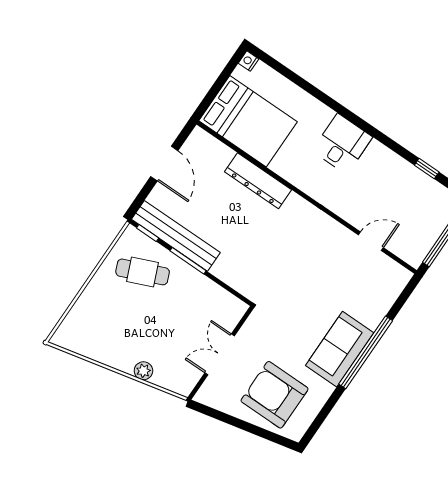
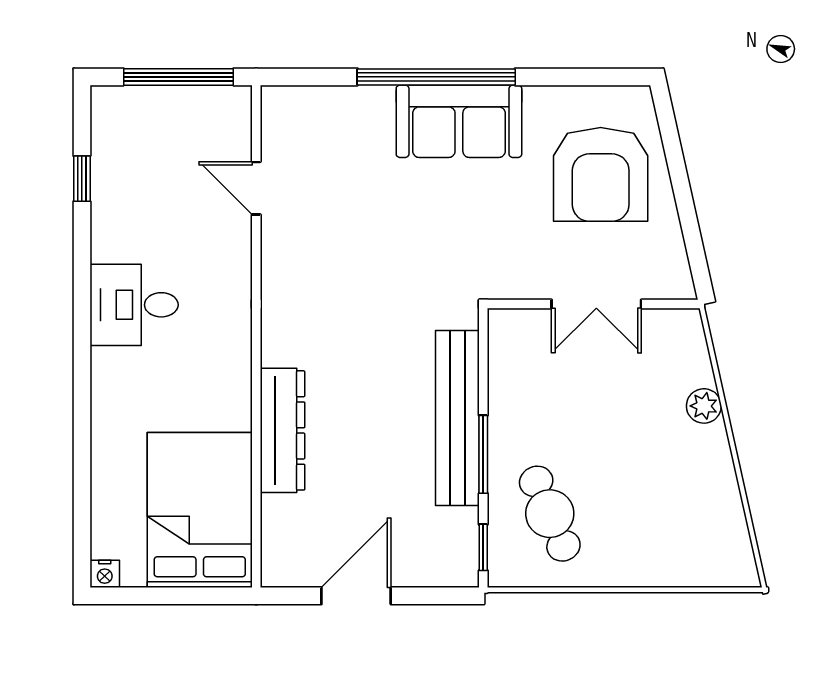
desk: (342, 144) -> (134, 305), moved
bench: (176, 236) -> (457, 418), moved

